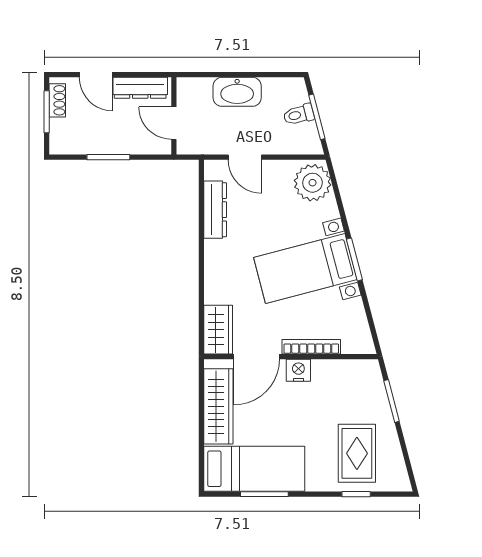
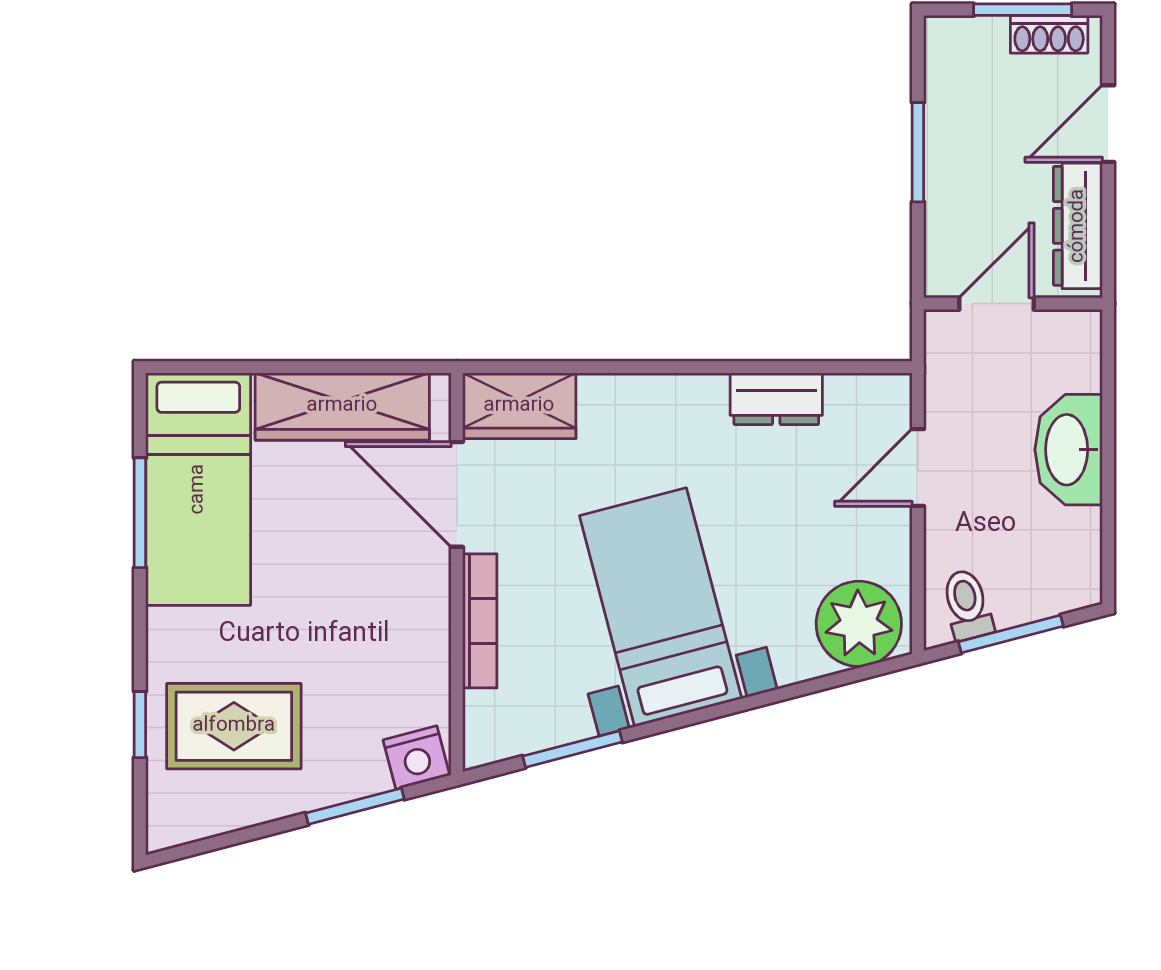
toilet: (299, 115) -> (967, 605), moved
dresser: (215, 210) -> (776, 399), width x0.70
window: (354, 259) -> (573, 749), moved
nightstand: (298, 370) -> (416, 758), moved, turned 75

